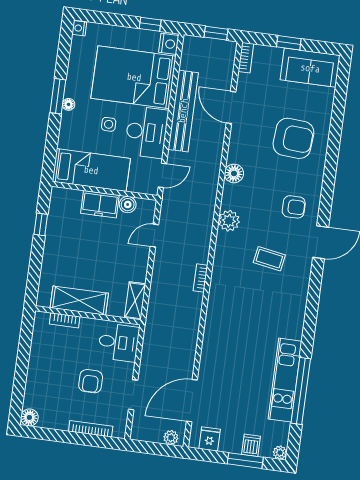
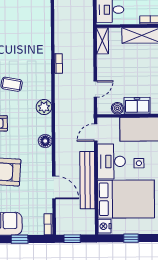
window: (150, 24) -> (131, 238), moved

